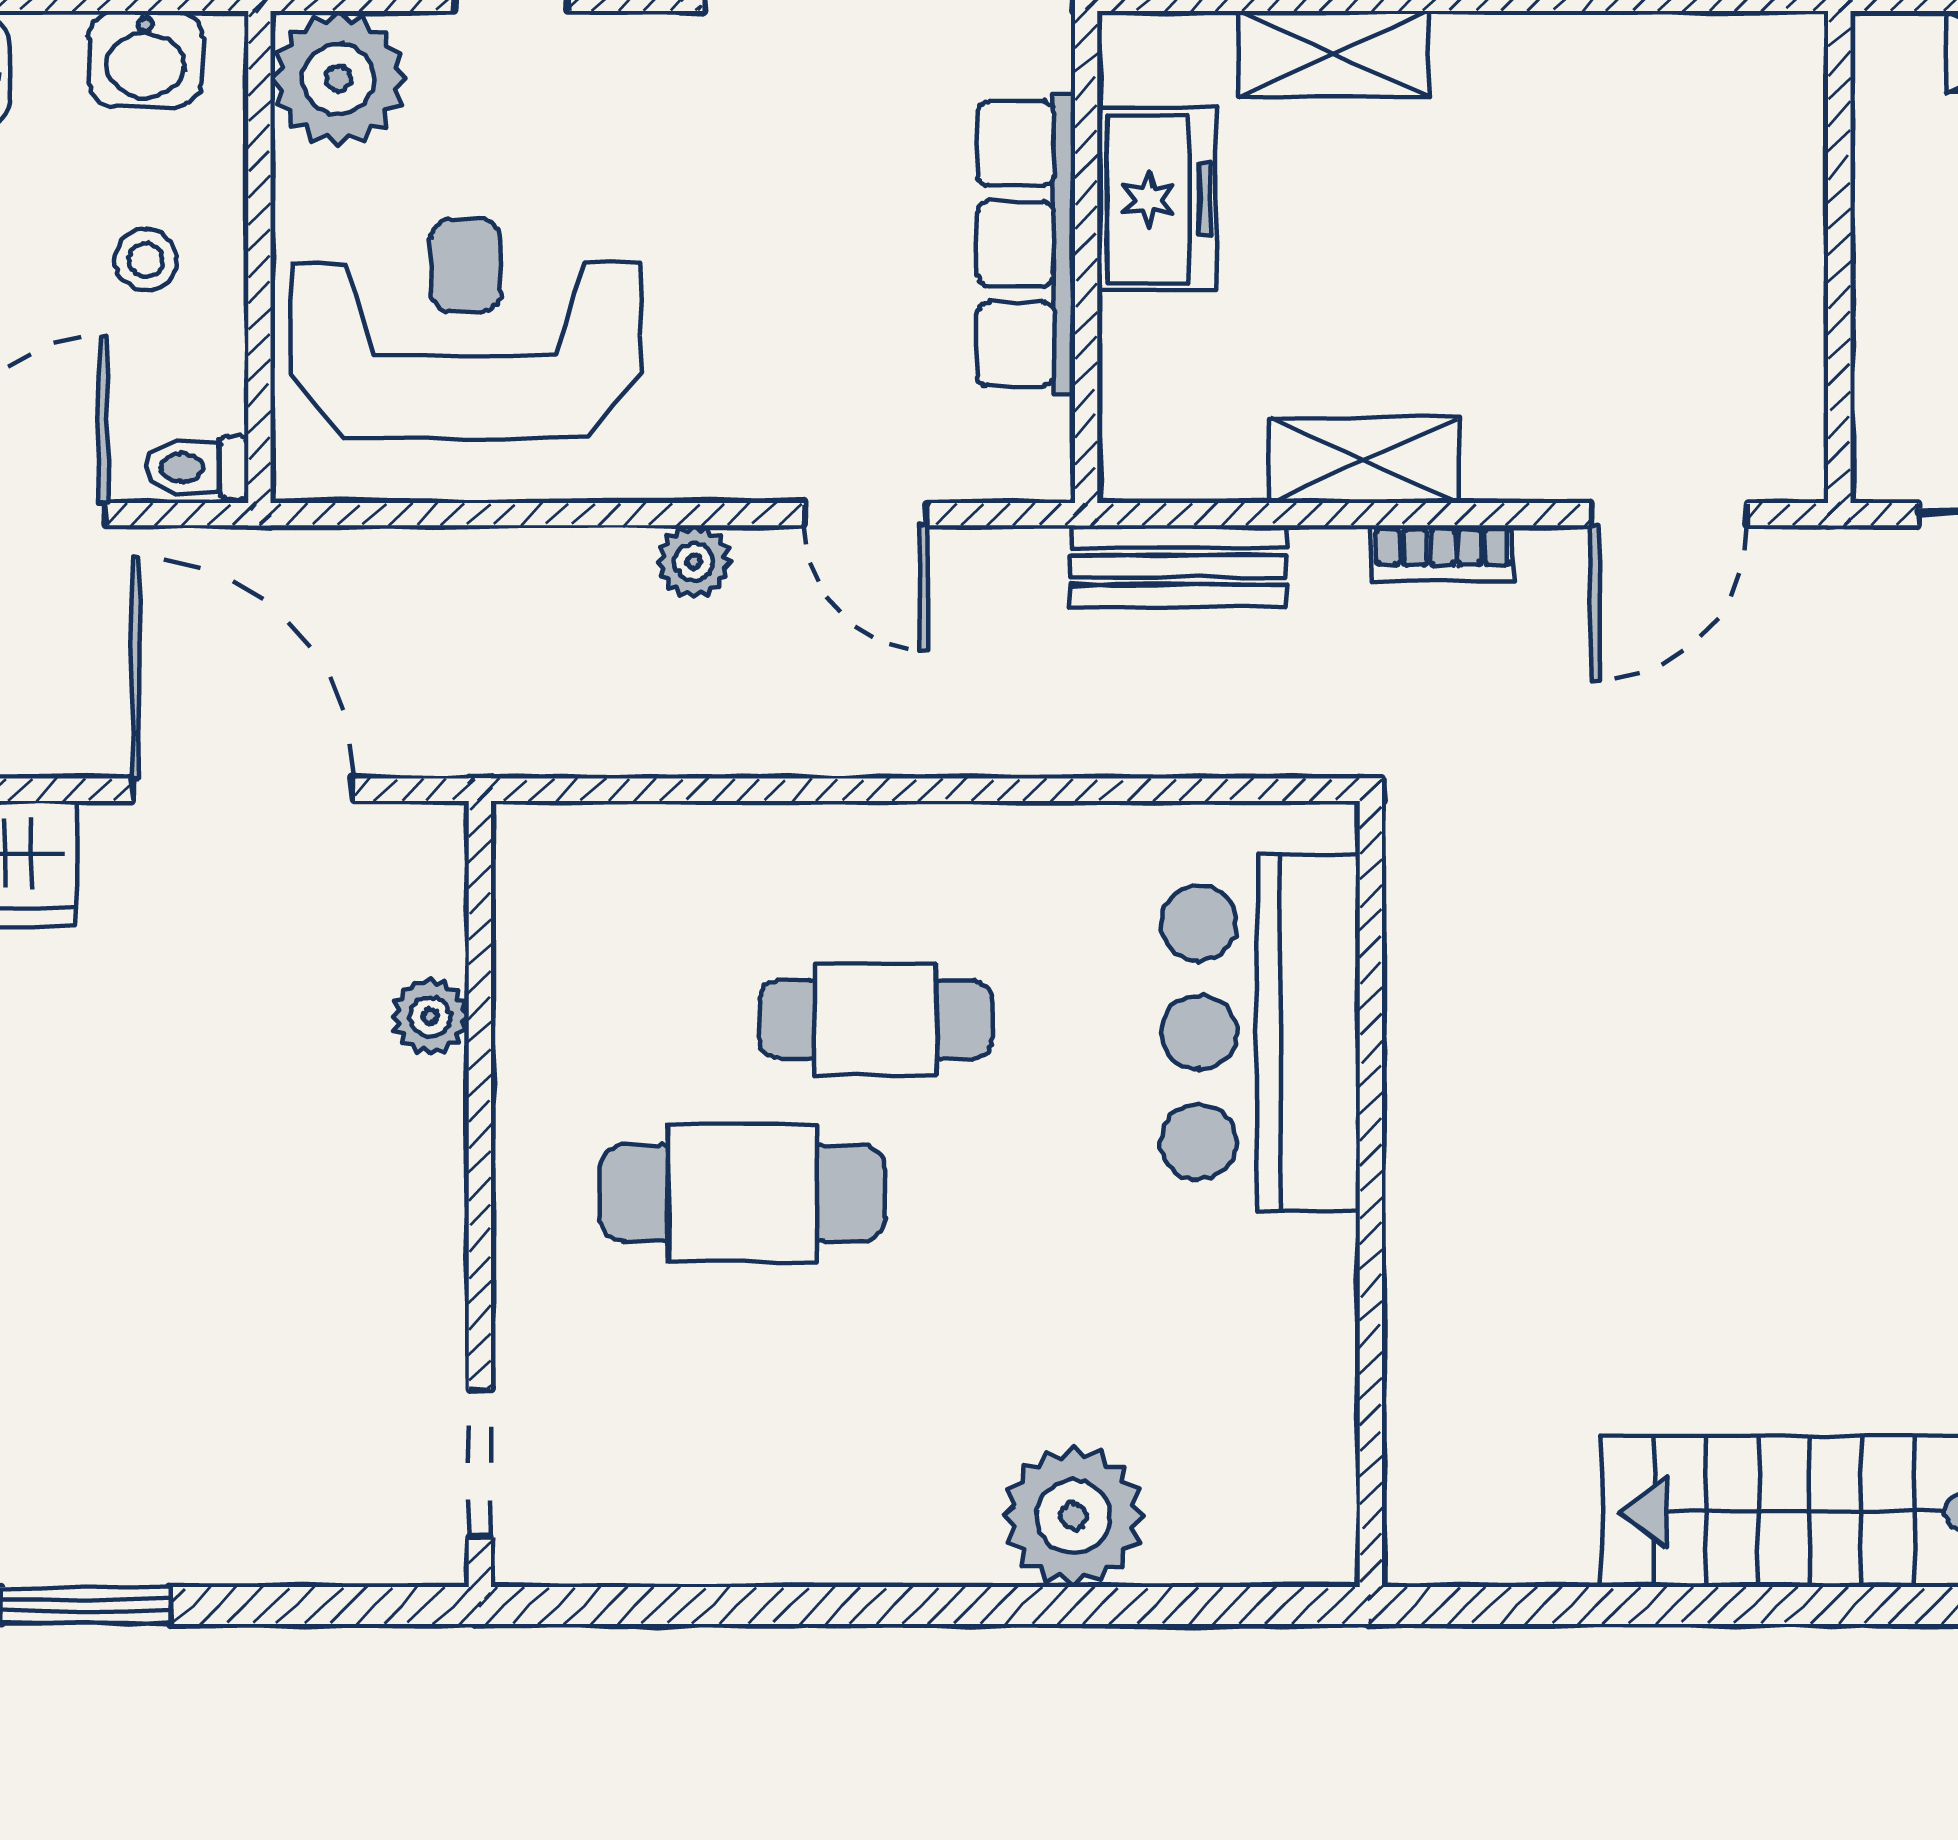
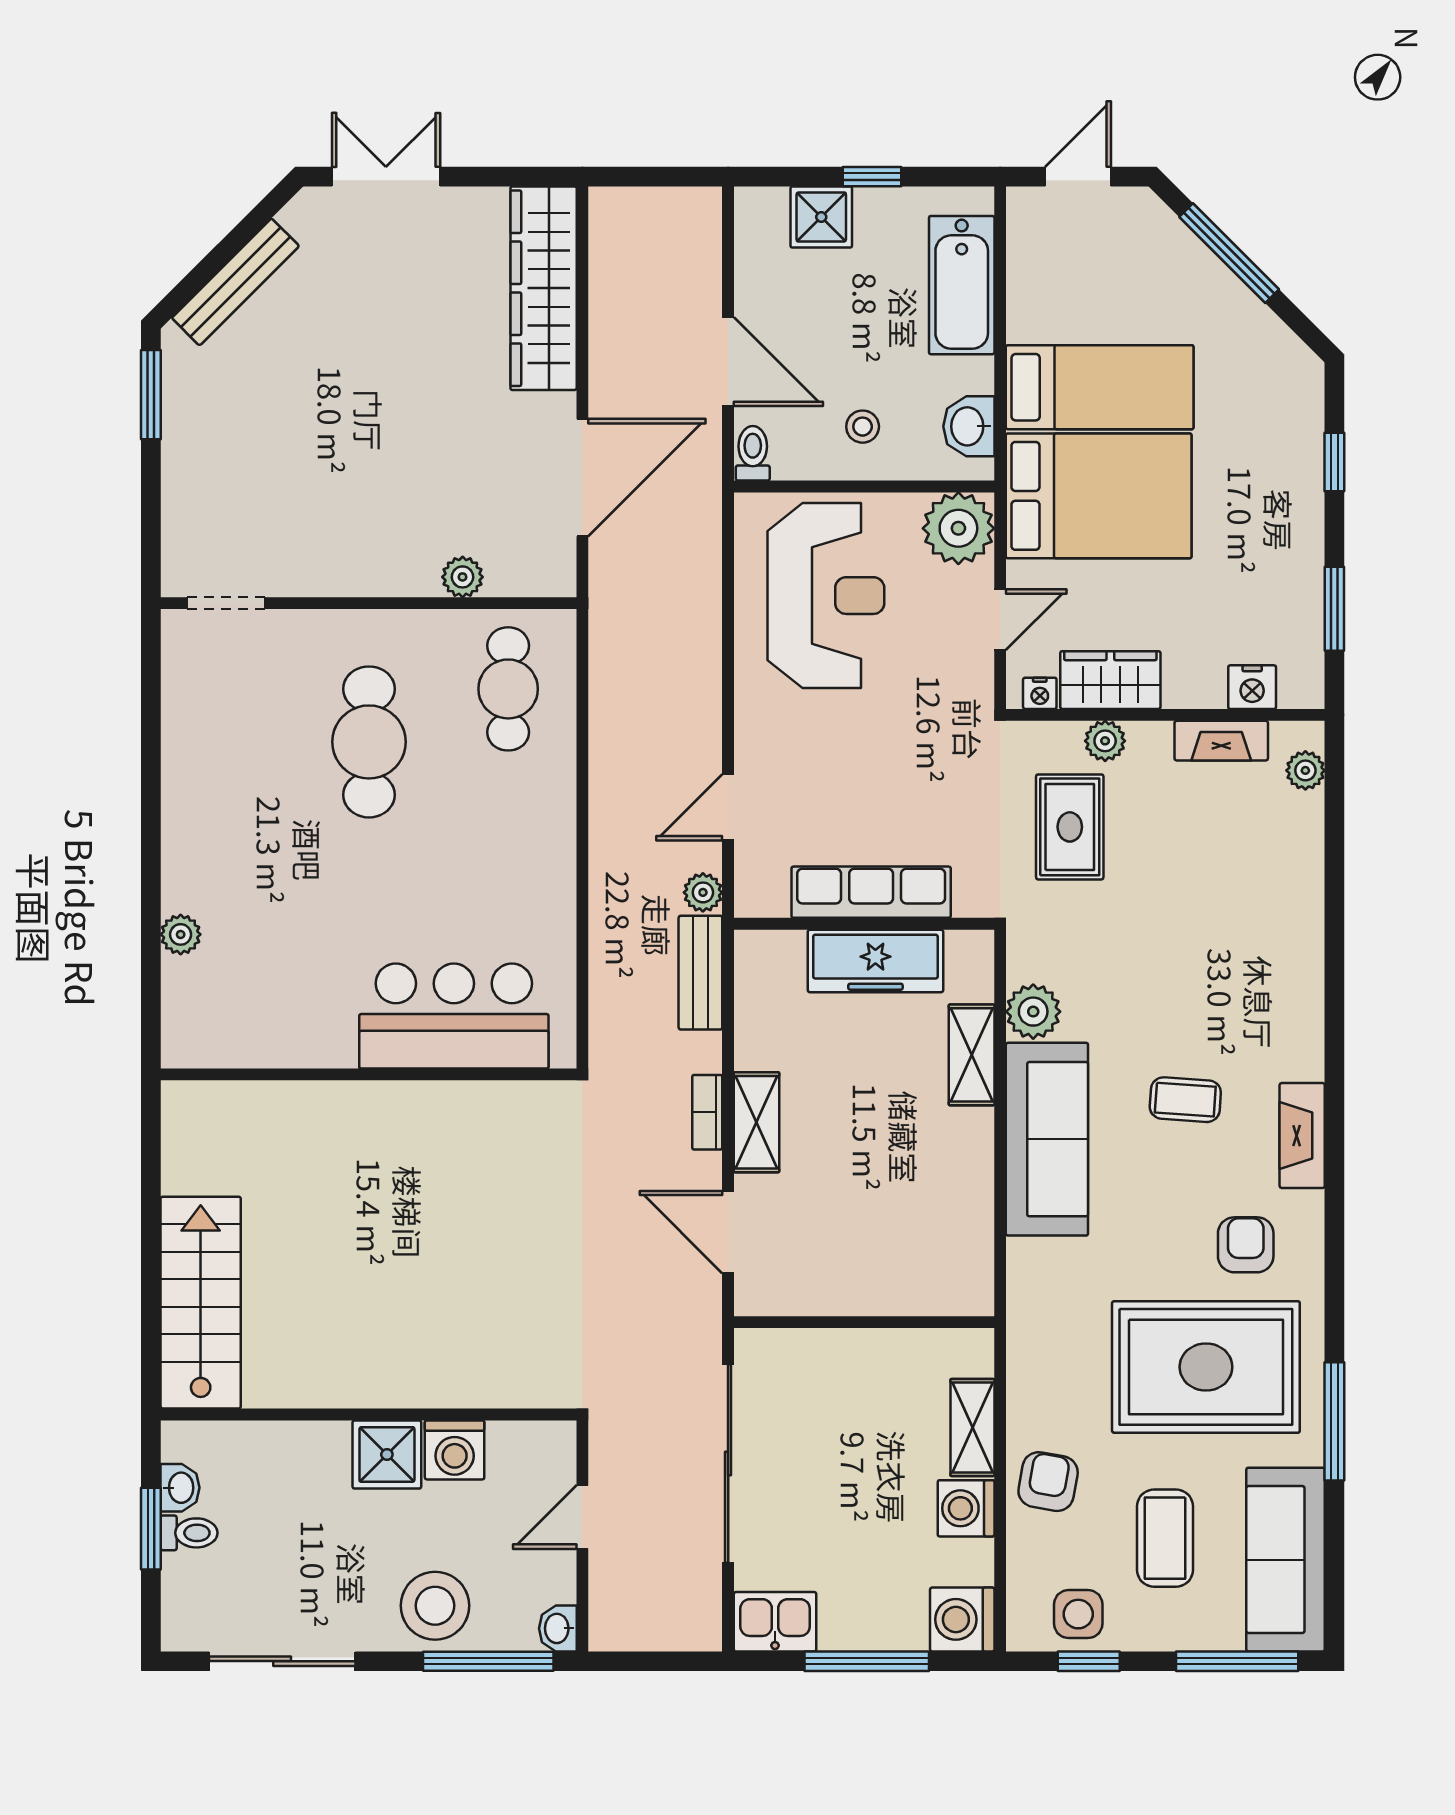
freezer: (1156, 199) -> (875, 961), width x1.40
shelving: (1364, 460) -> (756, 1122), moved
plant: (694, 562) -> (703, 892), moved
cafe table: (875, 1019) -> (508, 689), moved
plant: (1073, 1516) -> (181, 934), width x0.53, depth x0.53

